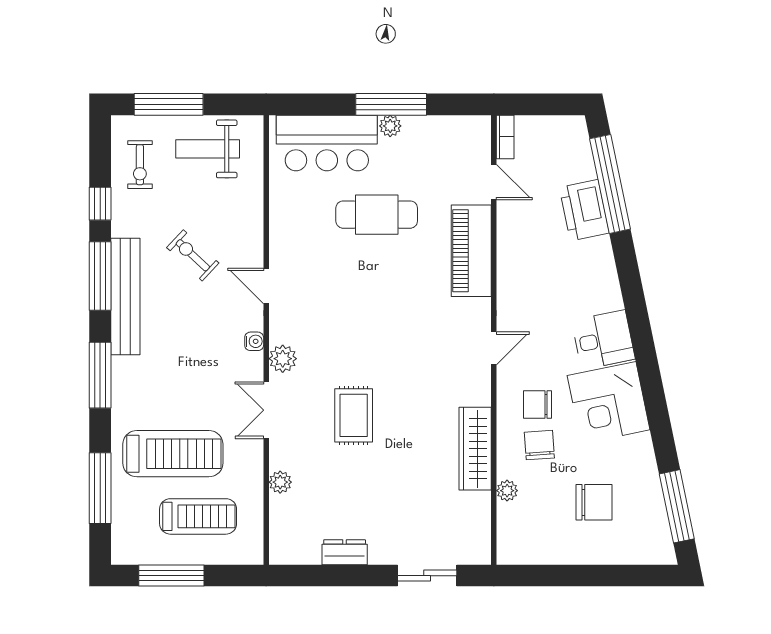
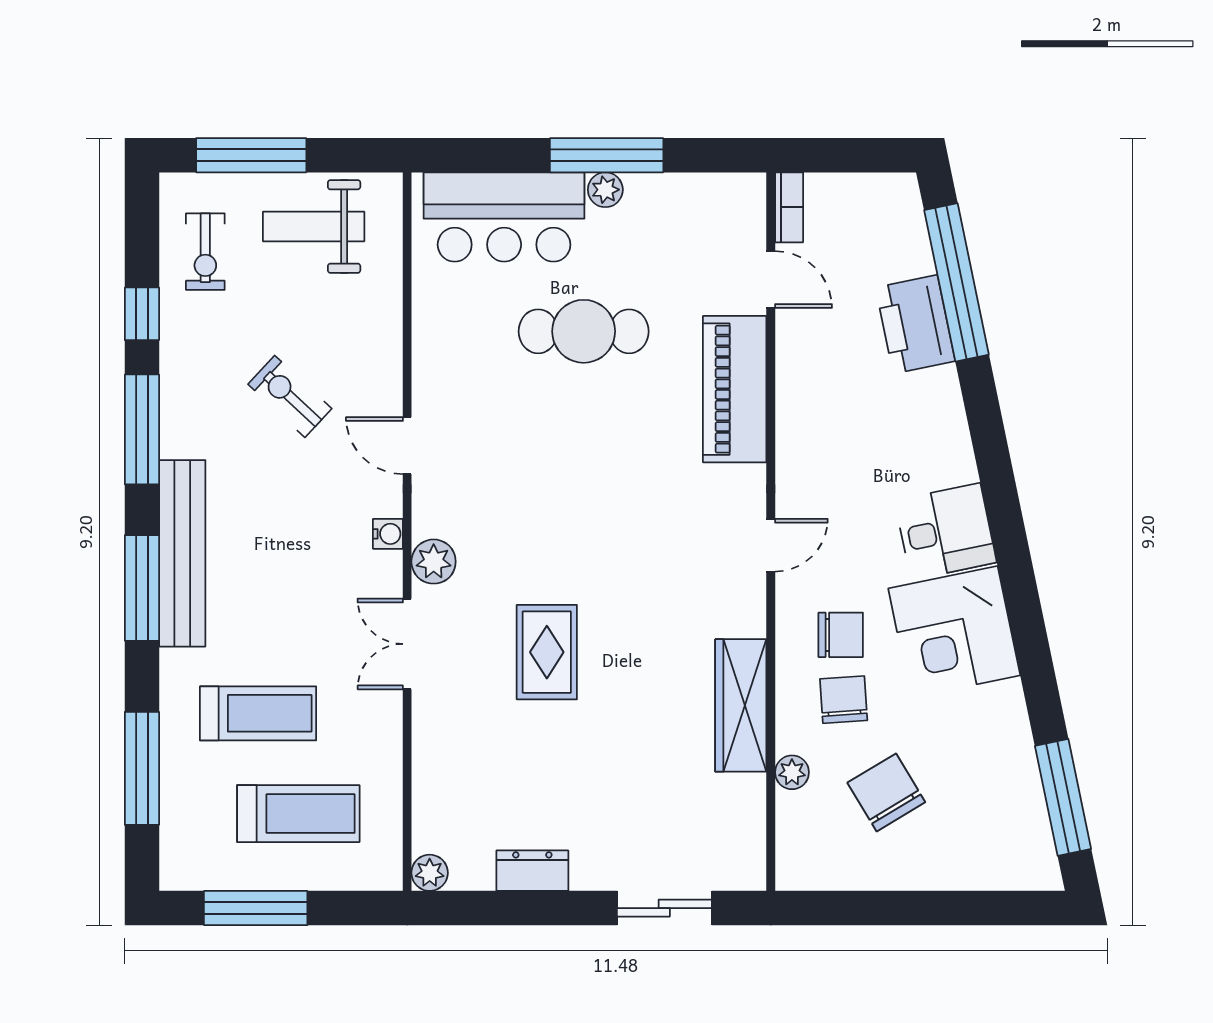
bench: (125, 297) -> (182, 553), moved
chair: (538, 405) -> (841, 635), turned 180
treadmill: (173, 454) -> (258, 713), width x0.73, depth x0.73
plant: (280, 482) -> (430, 873), moved
chair: (594, 502) -> (886, 792), moved, turned -121

